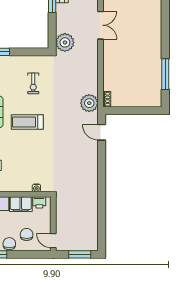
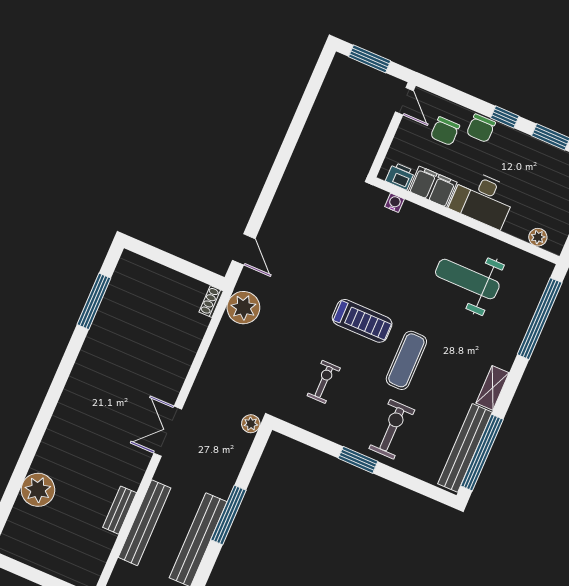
plant: (65, 42) -> (251, 424), width x0.53, depth x0.53

